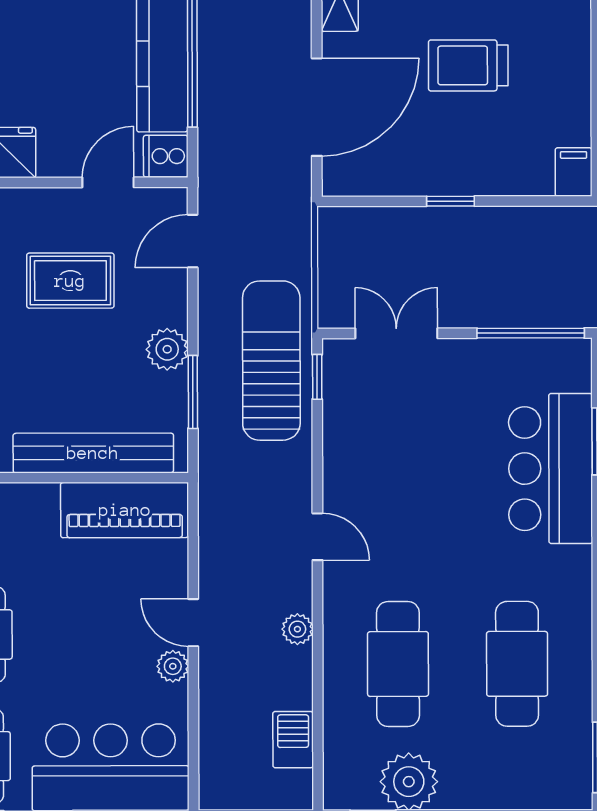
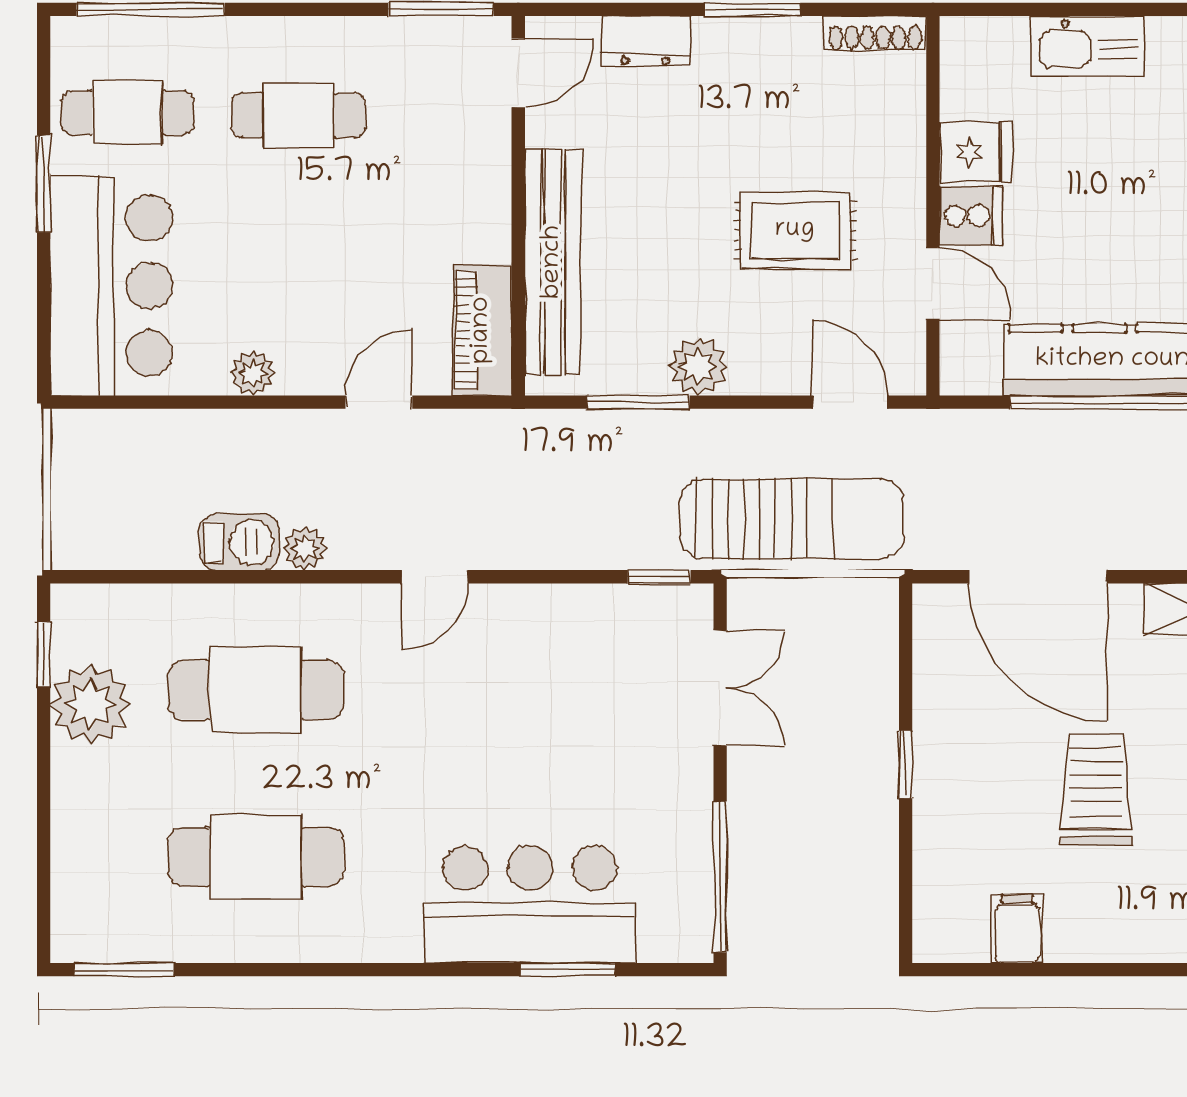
cooker: (166, 156) -> (971, 216), moved, turned 90
filing cabinet: (574, 172) -> (1017, 929), moved, turned -90
rug: (70, 281) -> (795, 230), turned 90
sun lounger: (271, 361) -> (792, 519), moved
piano: (125, 510) -> (482, 330), width x0.73, depth x0.75
door: (193, 623) -> (379, 402), moved
barbecue: (293, 740) -> (239, 542), moved

